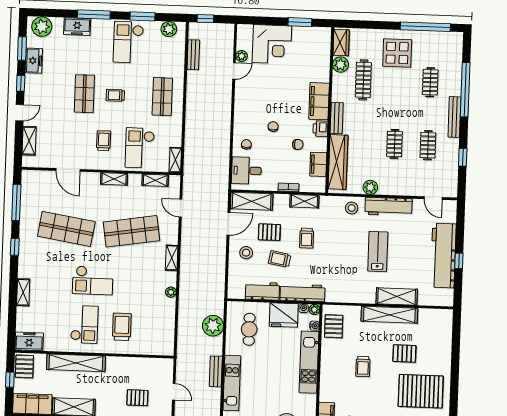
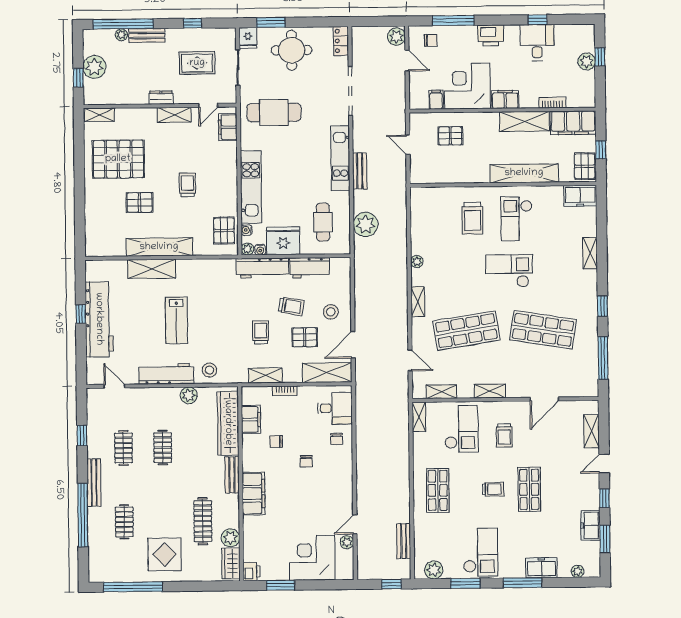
plant: (42, 27) -> (578, 571), width x0.53, depth x0.53
printer: (320, 129) -> (252, 572), moved
door: (68, 170) -> (544, 399), swing flipped

